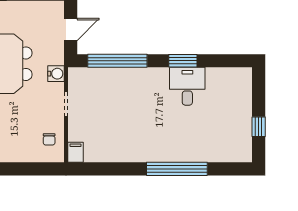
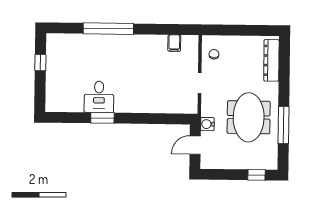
window: (117, 61) -> (157, 119), removed
water cooler: (56, 74) -> (207, 124), moved
filing cabinet: (75, 152) -> (174, 43), moved

